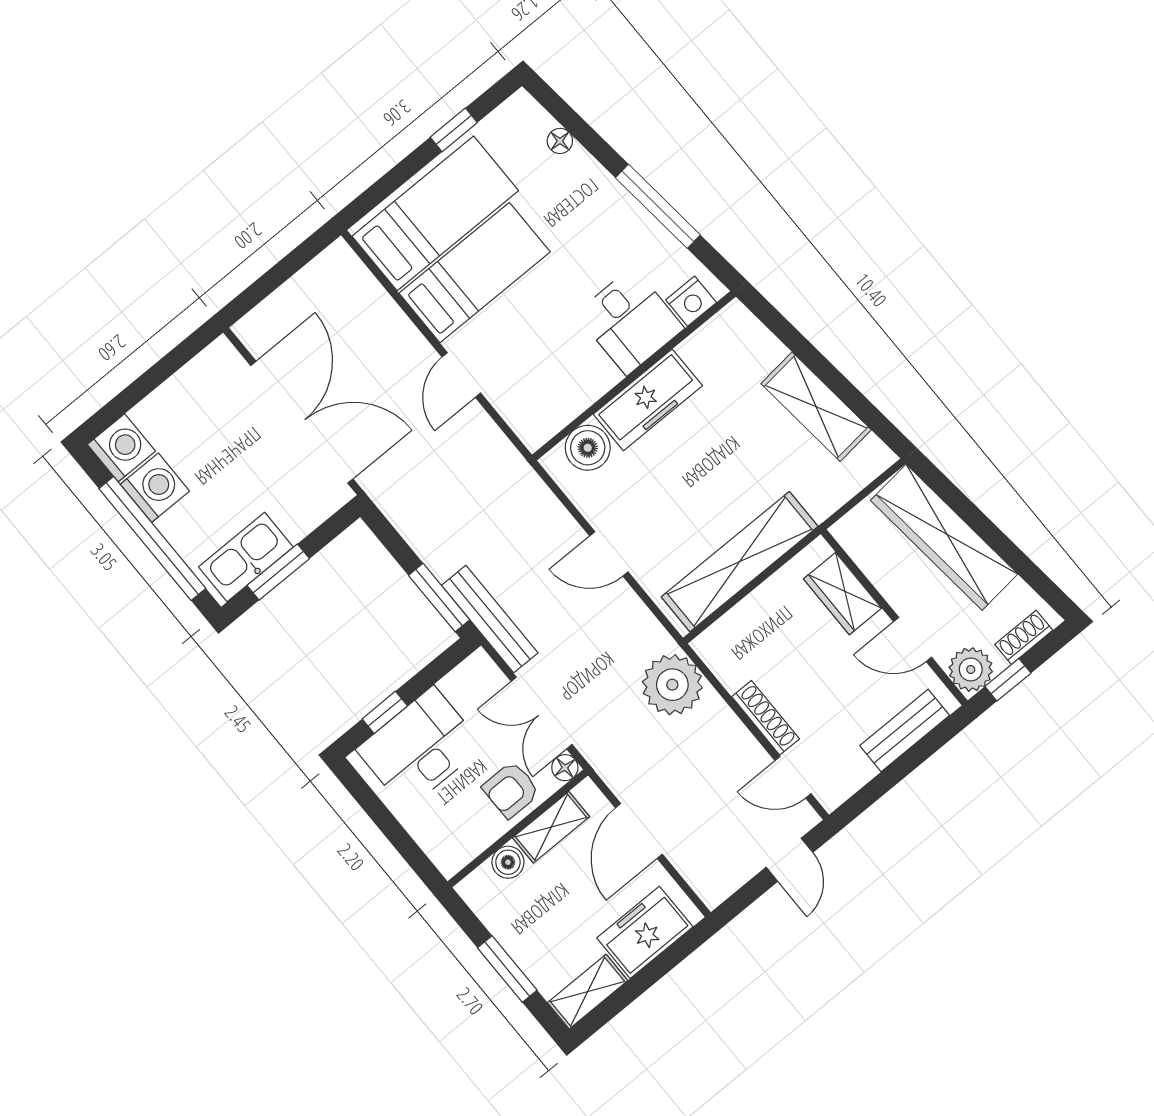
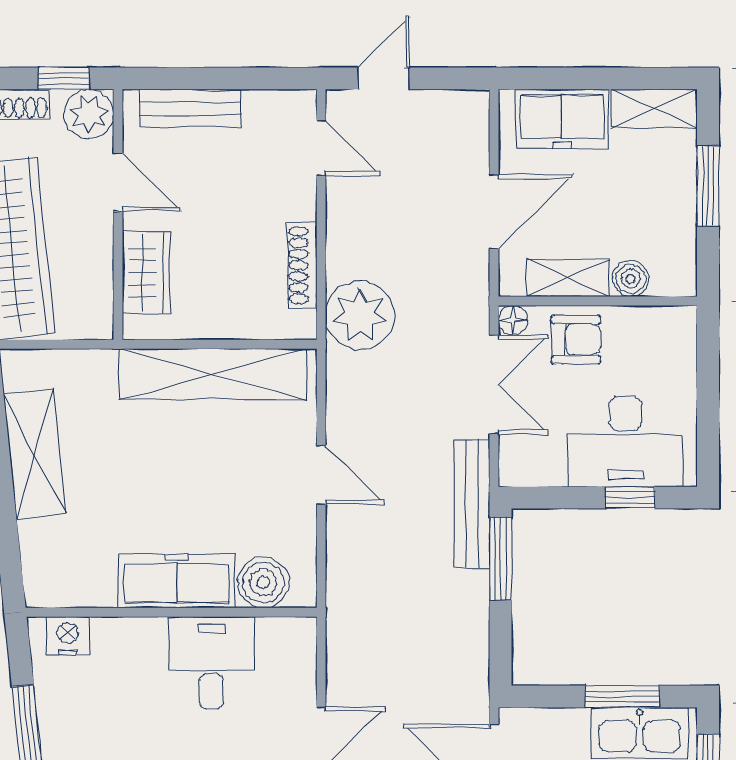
desk: (630, 321) -> (212, 663), moved
shoe rack: (766, 718) -> (302, 265), moved

